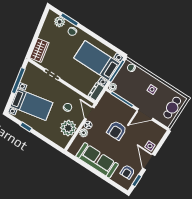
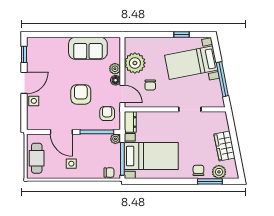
wardrobe: (39, 50) -> (225, 146), moved
door: (145, 114) -> (61, 132), swing flipped
sofa: (97, 160) -> (88, 48), width x0.73
door: (149, 162) -> (24, 83), hinge flipped
armchair: (127, 172) -> (107, 114), moved

